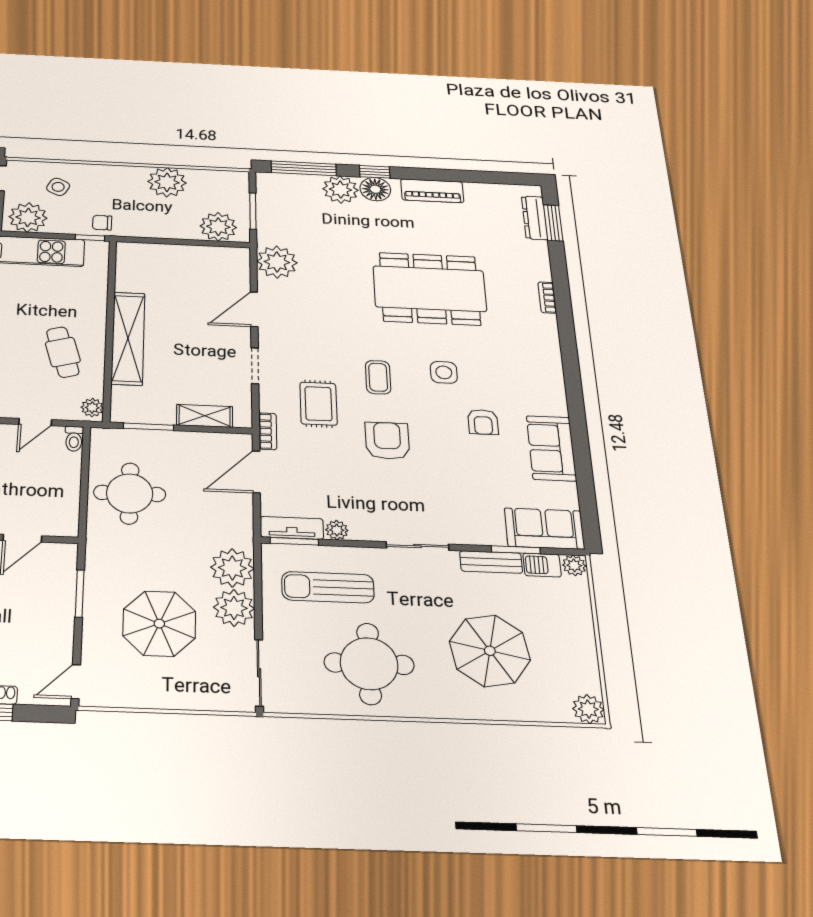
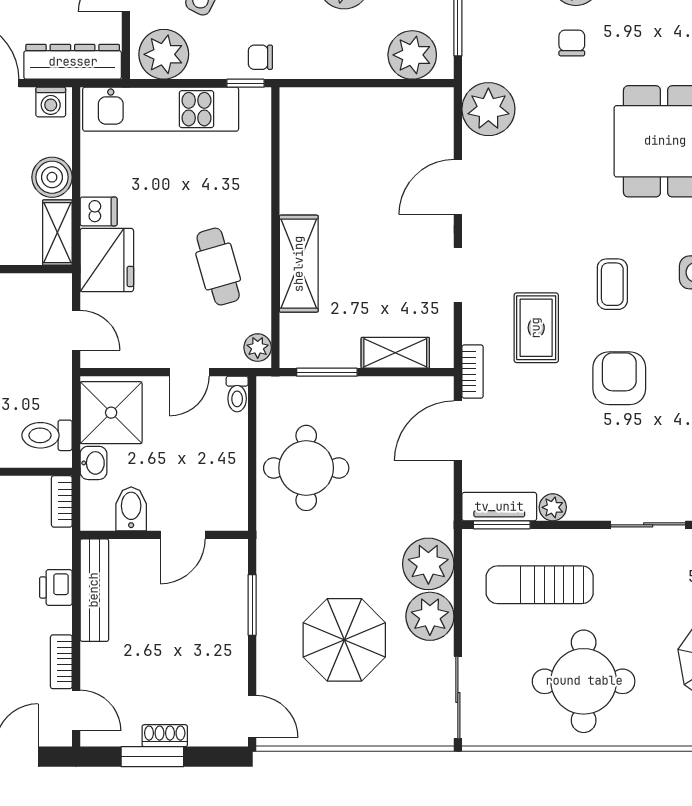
chair: (339, 225) -> (572, 43), added
shelving: (128, 338) -> (299, 264), width x0.68
door: (76, 682) -> (252, 716), swing flipped

